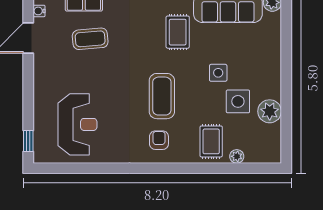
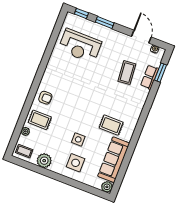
coffee table: (162, 96) -> (24, 151), moved, width x0.54, depth x0.58
window: (28, 101) -> (105, 22), added
side table: (238, 101) -> (76, 163), moved
armchair: (159, 140) -> (45, 98), moved

